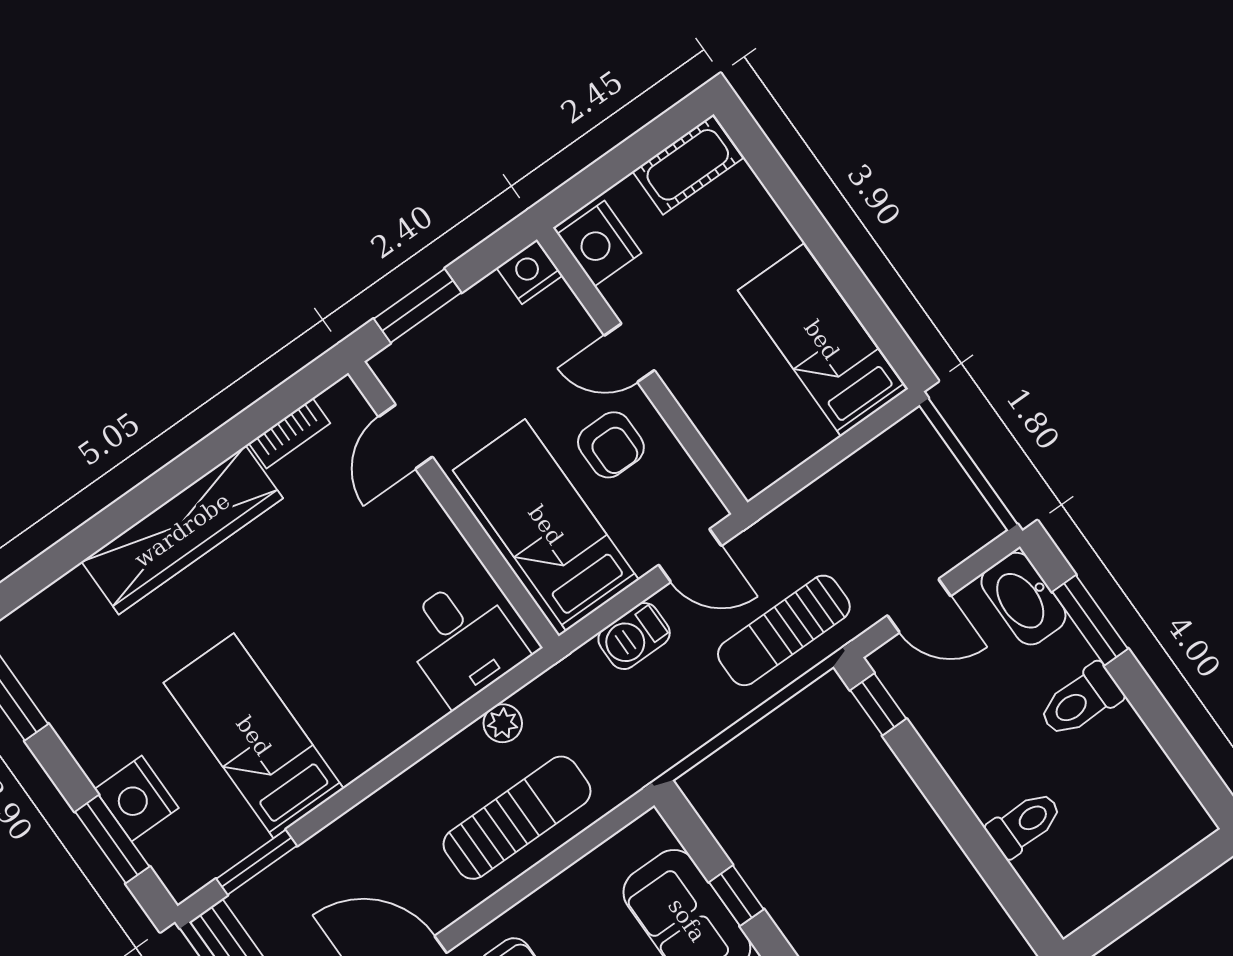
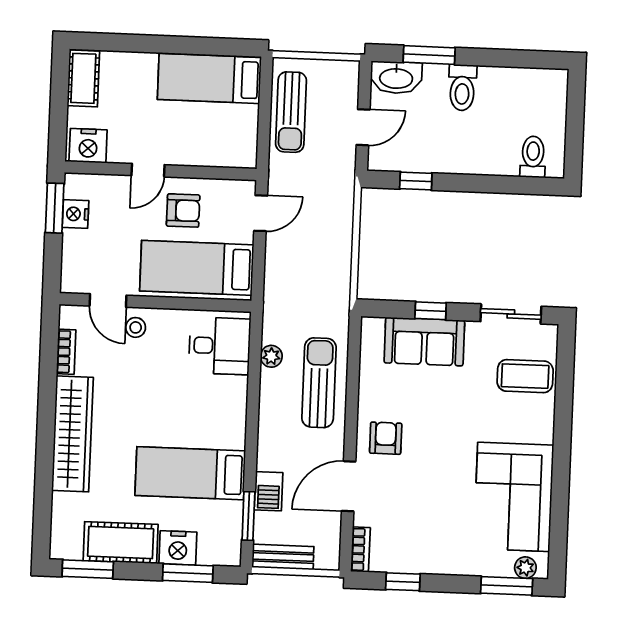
nightstand: (529, 272) -> (75, 214), moved
window: (418, 306) -> (55, 208), moved
stool: (398, 504) -> (136, 327), added
sun lounger: (784, 630) -> (291, 112), moved
barbecue: (634, 636) -> (269, 491), moved
window: (878, 704) -> (416, 181), moved
cot: (83, 713) -> (121, 543), added
toilet: (1025, 824) -> (533, 157), moved

